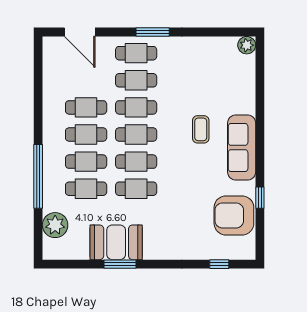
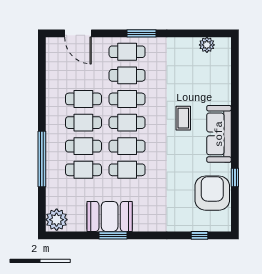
plant: (247, 45) -> (207, 45), moved
armchair: (234, 215) -> (212, 193), turned 90
plant: (55, 225) -> (57, 220), moved

